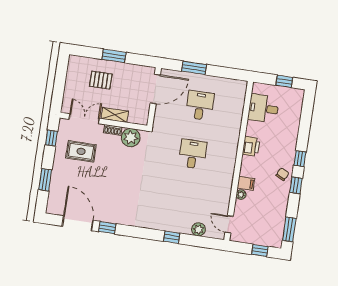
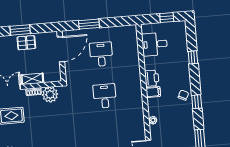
pallet: (101, 80) -> (26, 43), moved
window: (300, 159) -> (193, 57), moved
filing cabinet: (246, 183) -> (153, 92), moved

